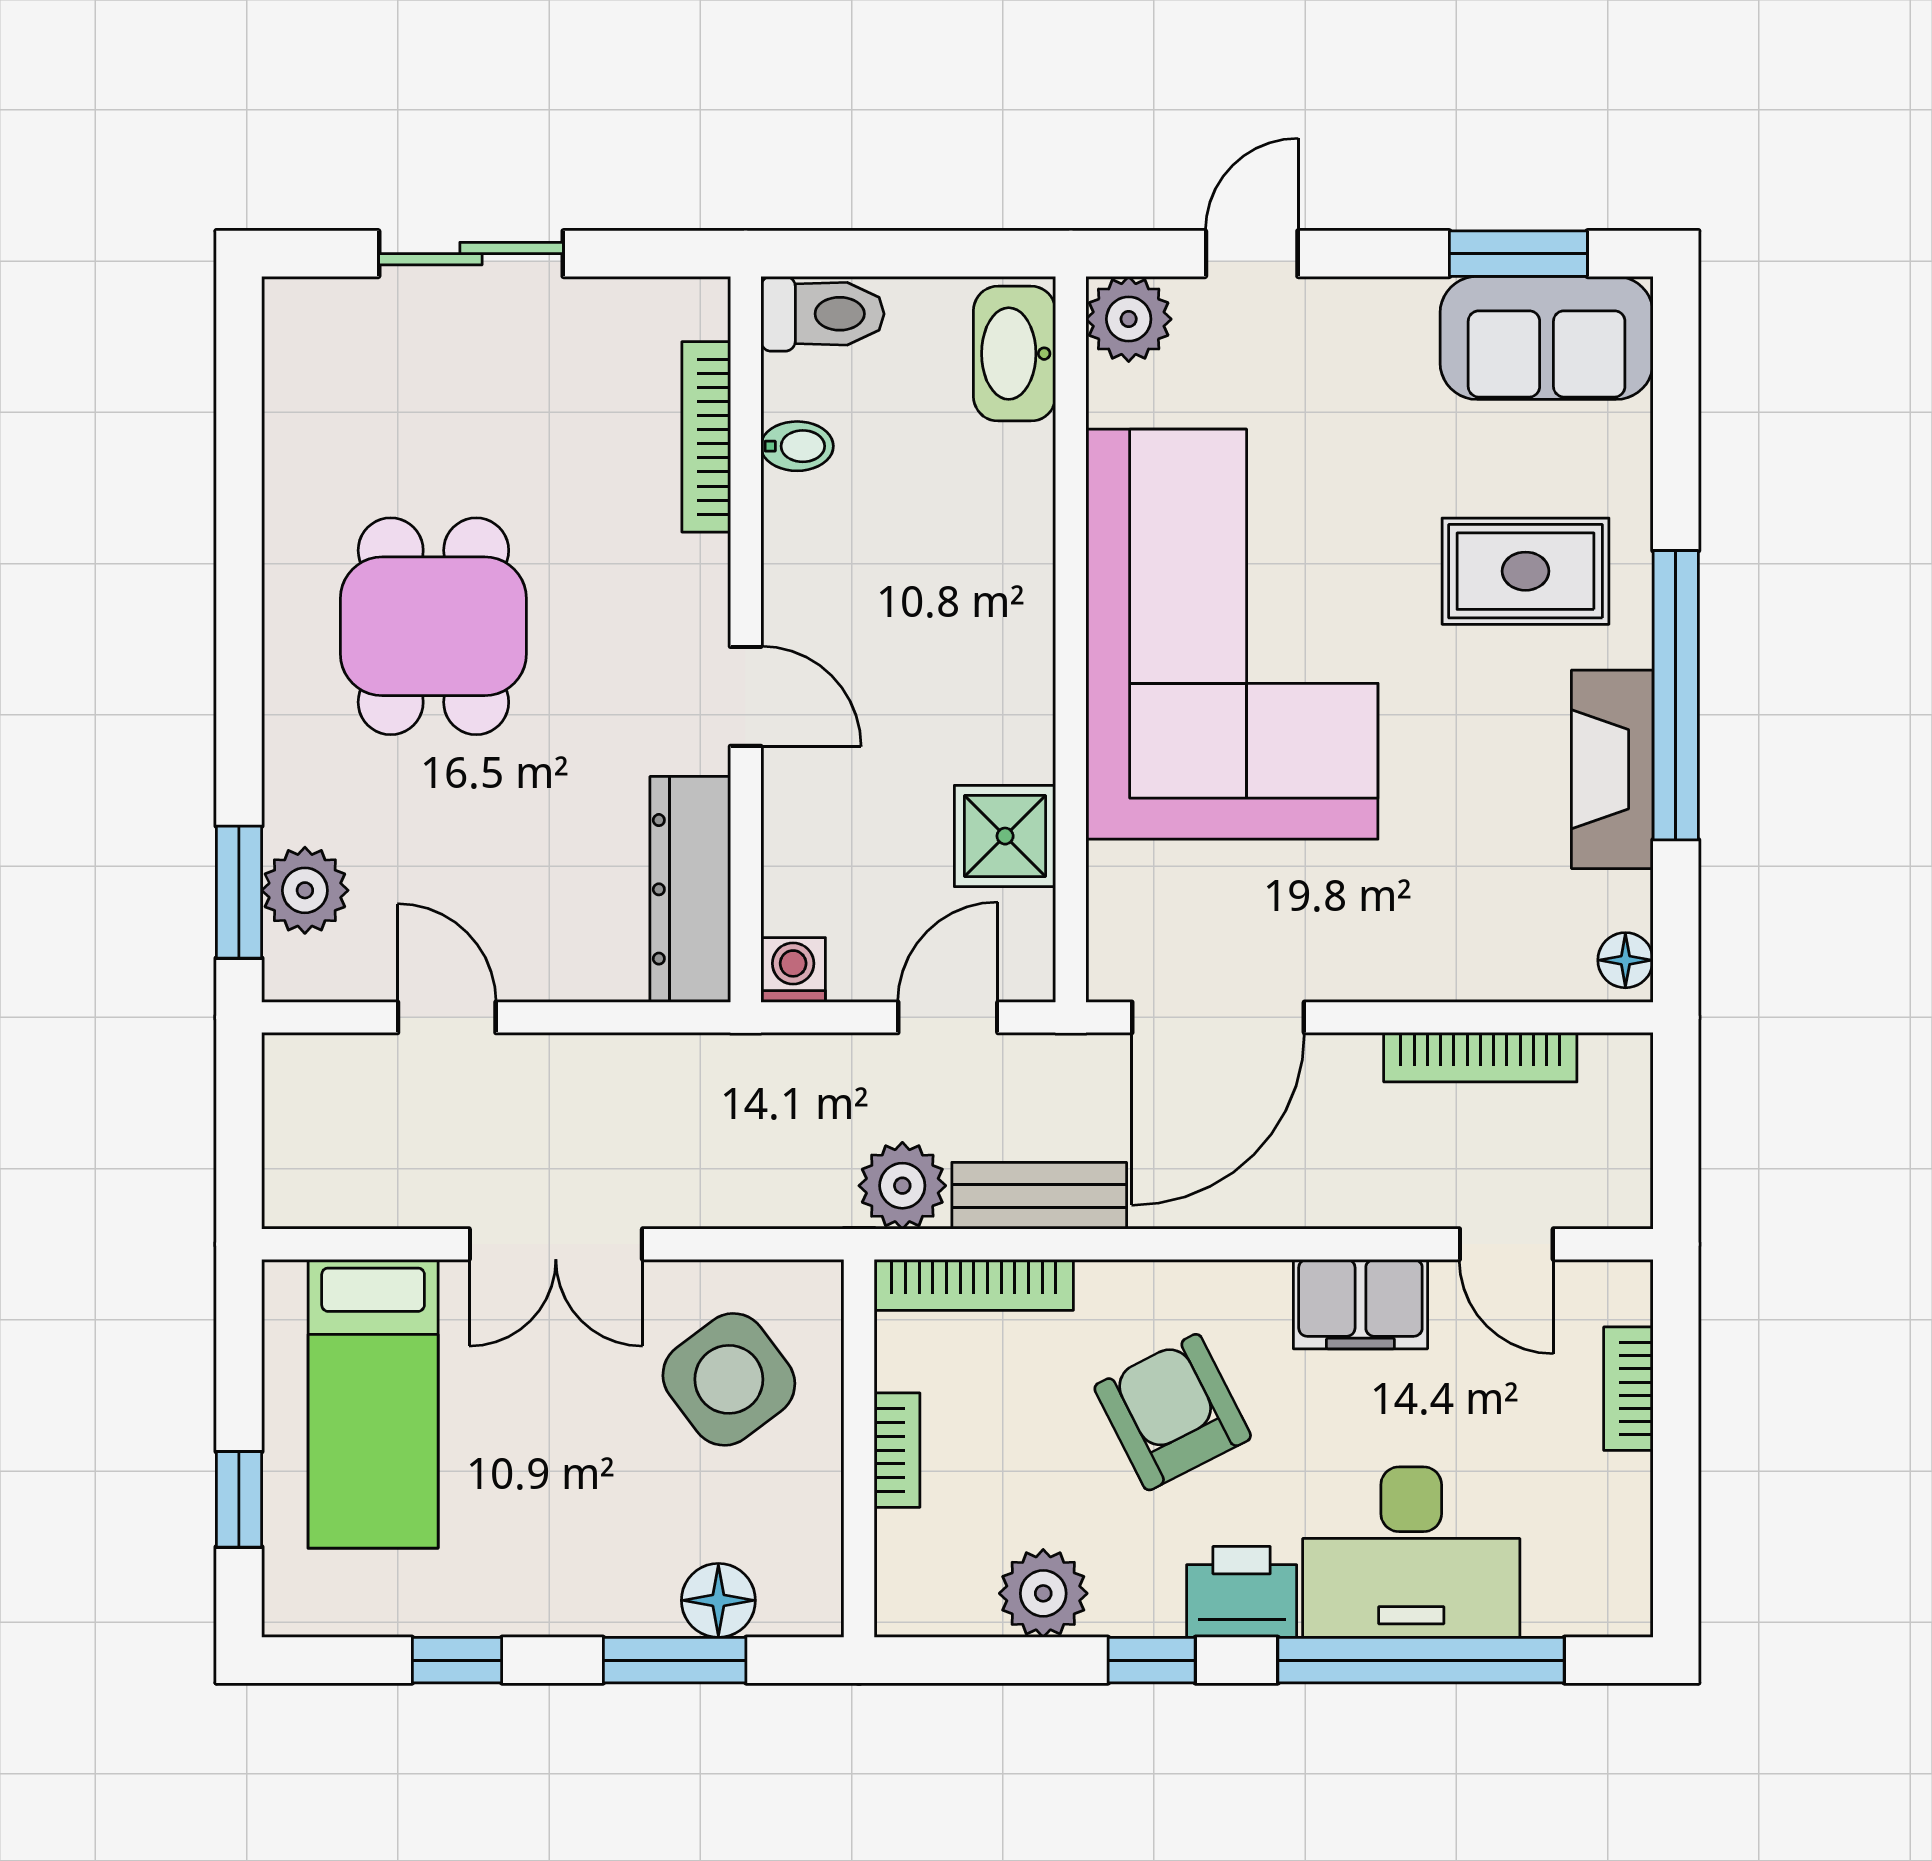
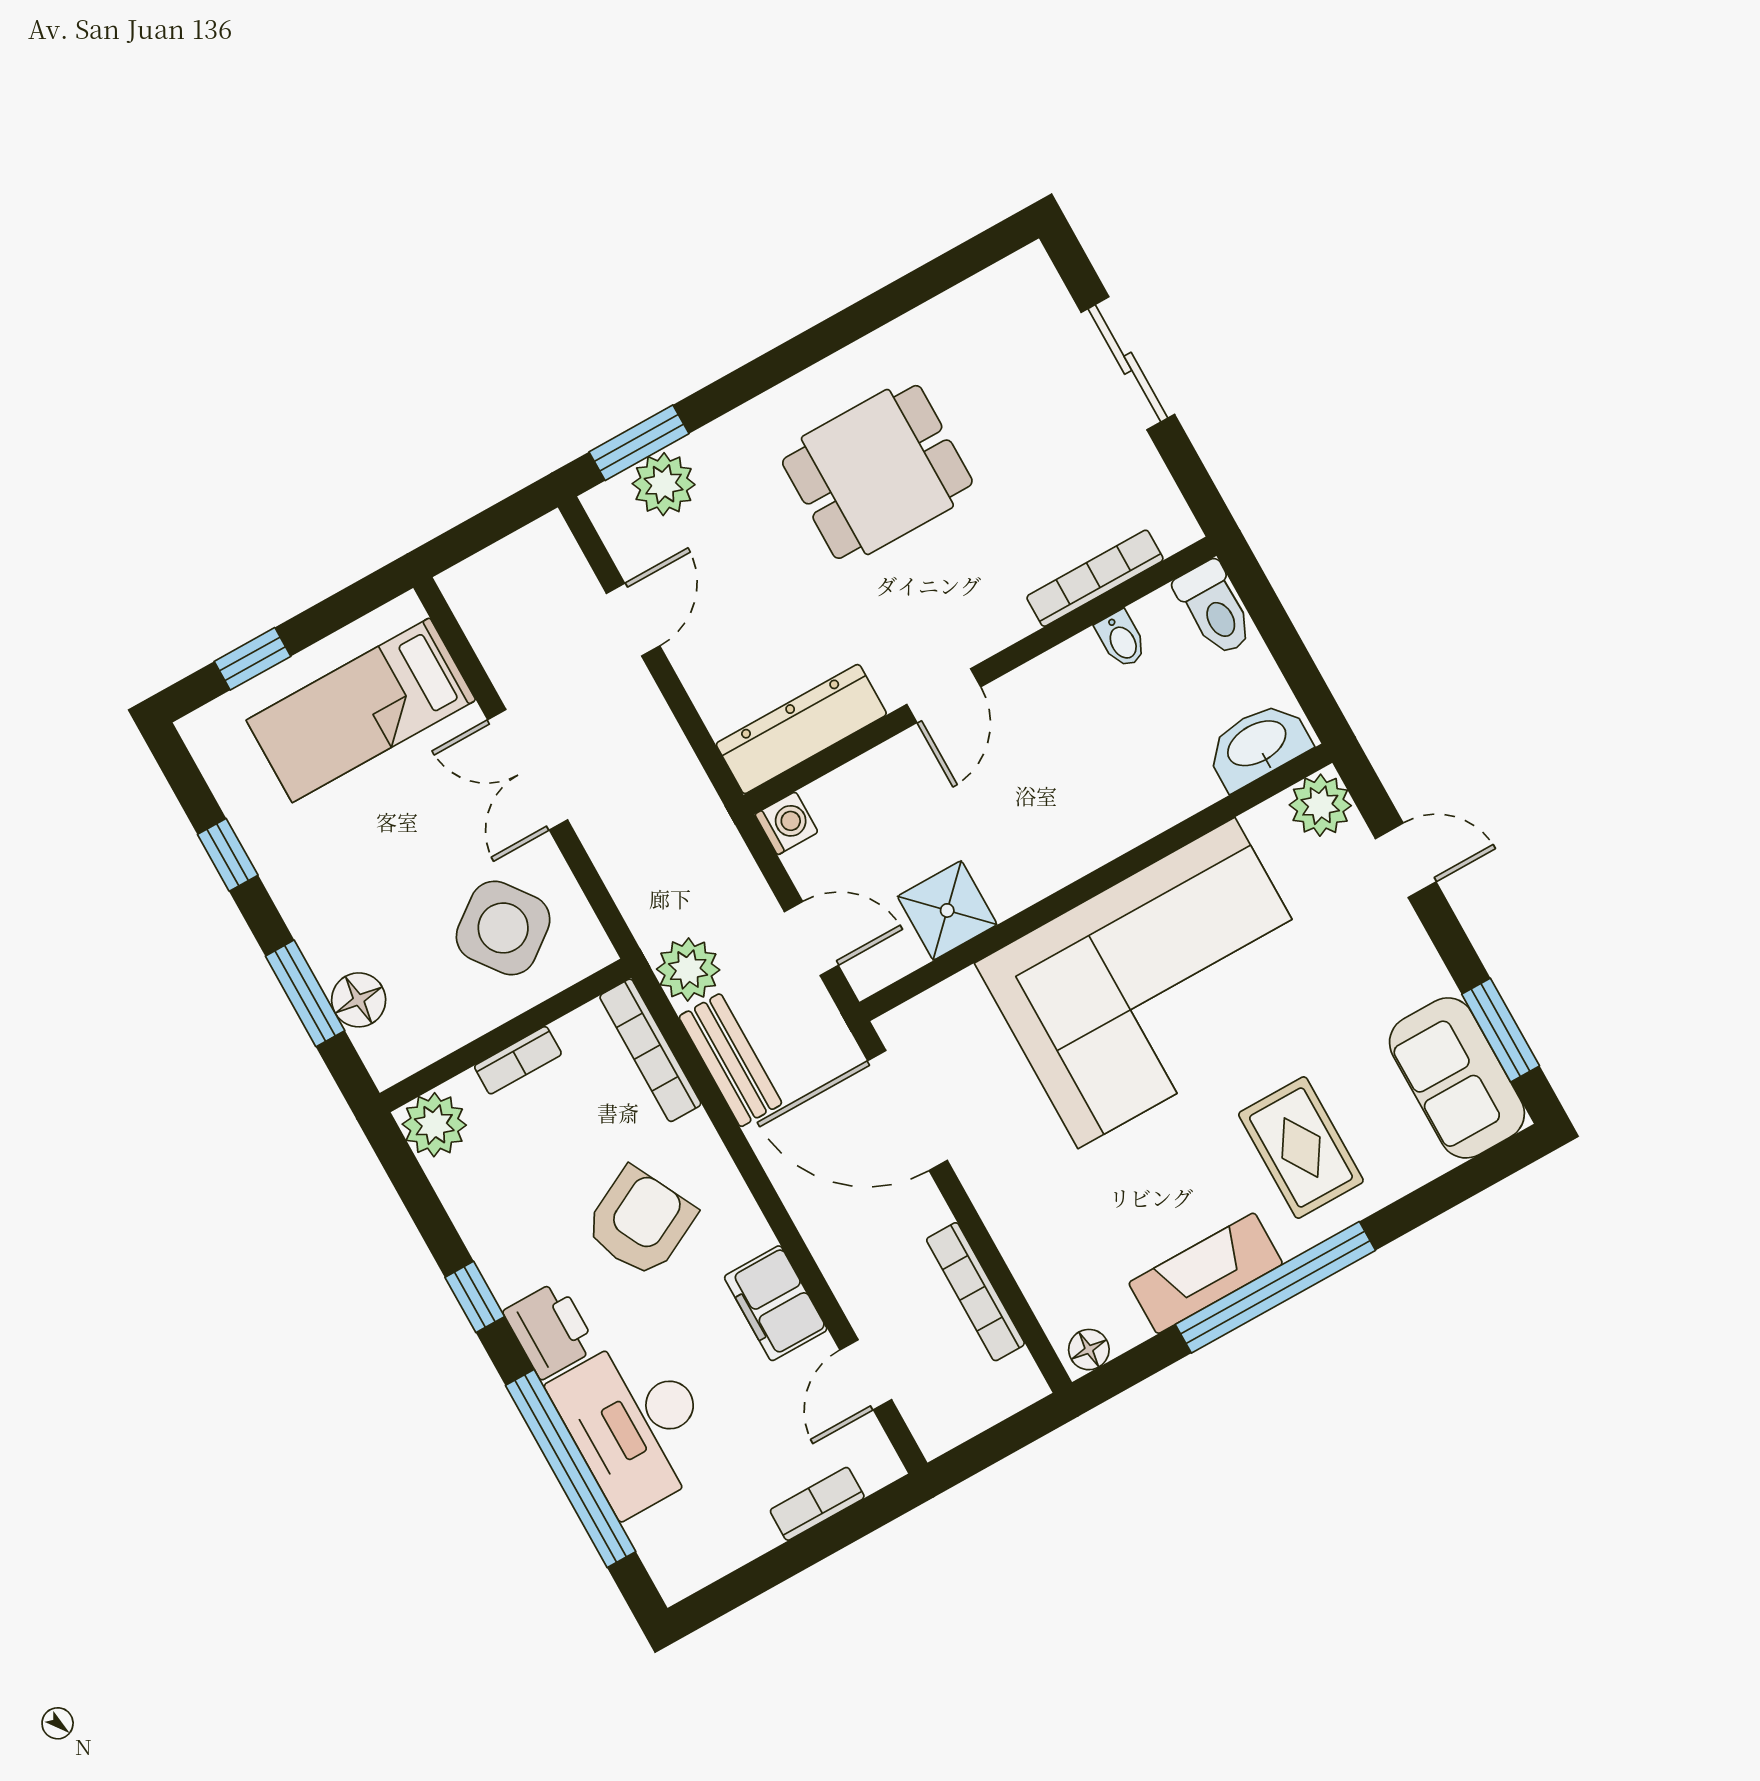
plant: (1043, 1593) -> (434, 1125), moved

